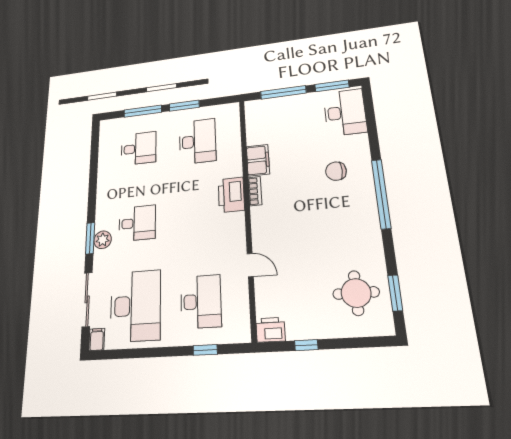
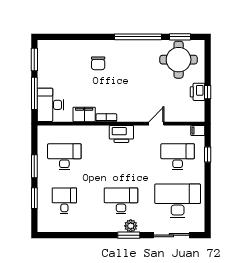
window: (143, 111) -> (34, 198), width x0.69
desk: (345, 112) -> (50, 105), moved, turned -90
window: (381, 194) -> (138, 37), moved
printer: (231, 195) -> (121, 134), moved
desk: (137, 223) -> (121, 201), width x1.37
round table: (356, 293) -> (179, 60), width x1.36, depth x1.36
printer: (270, 330) -> (198, 92), moved
filing cabinet: (97, 339) -> (198, 131), moved

